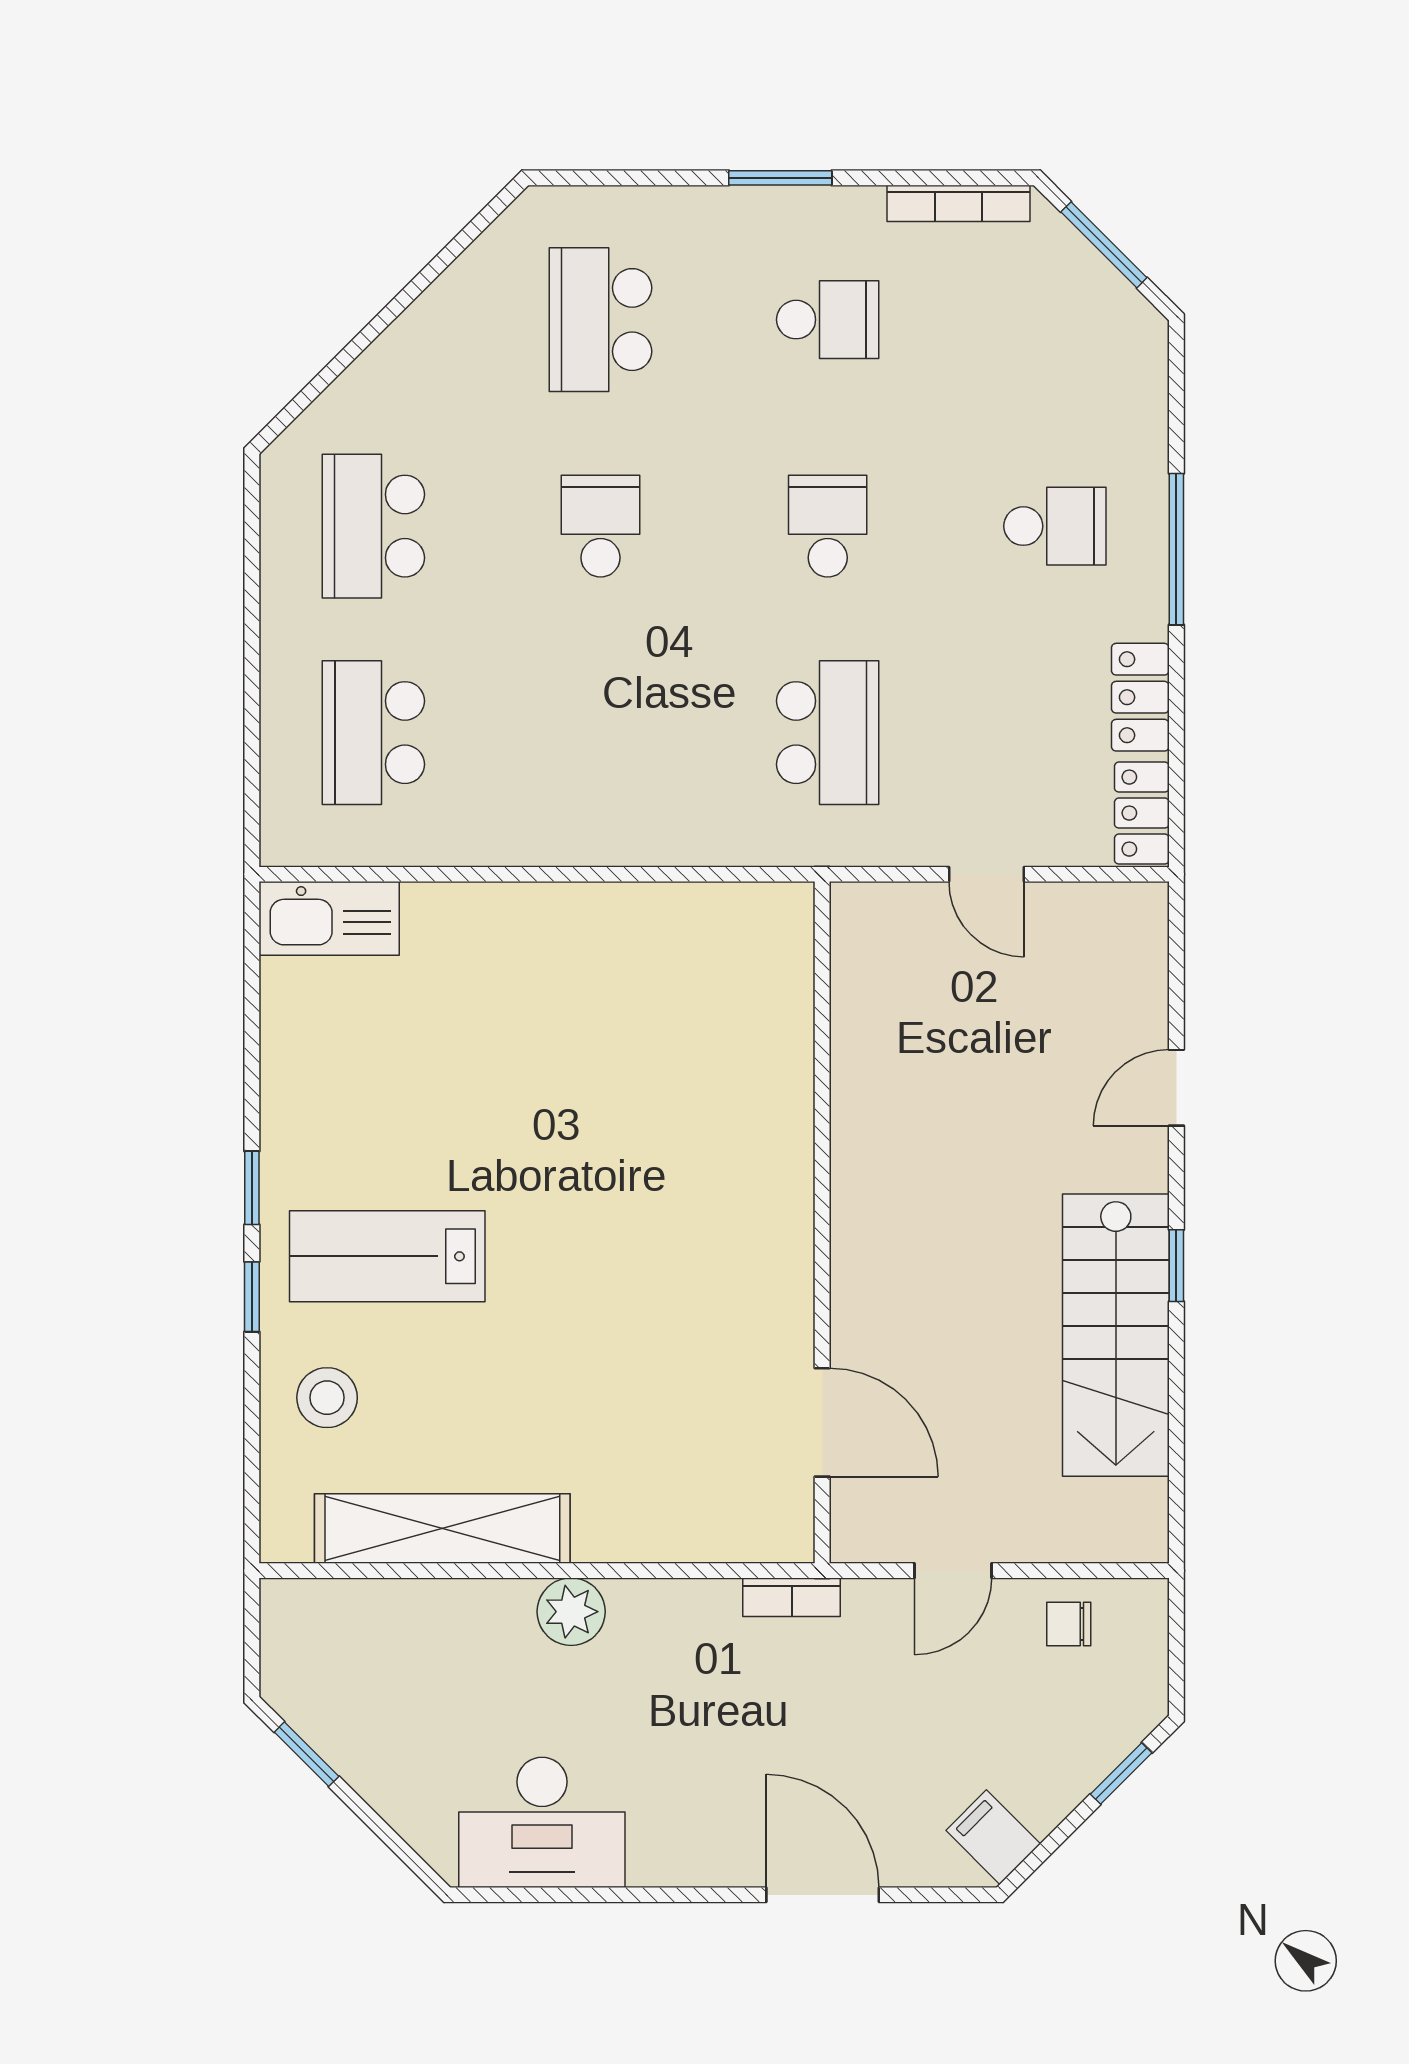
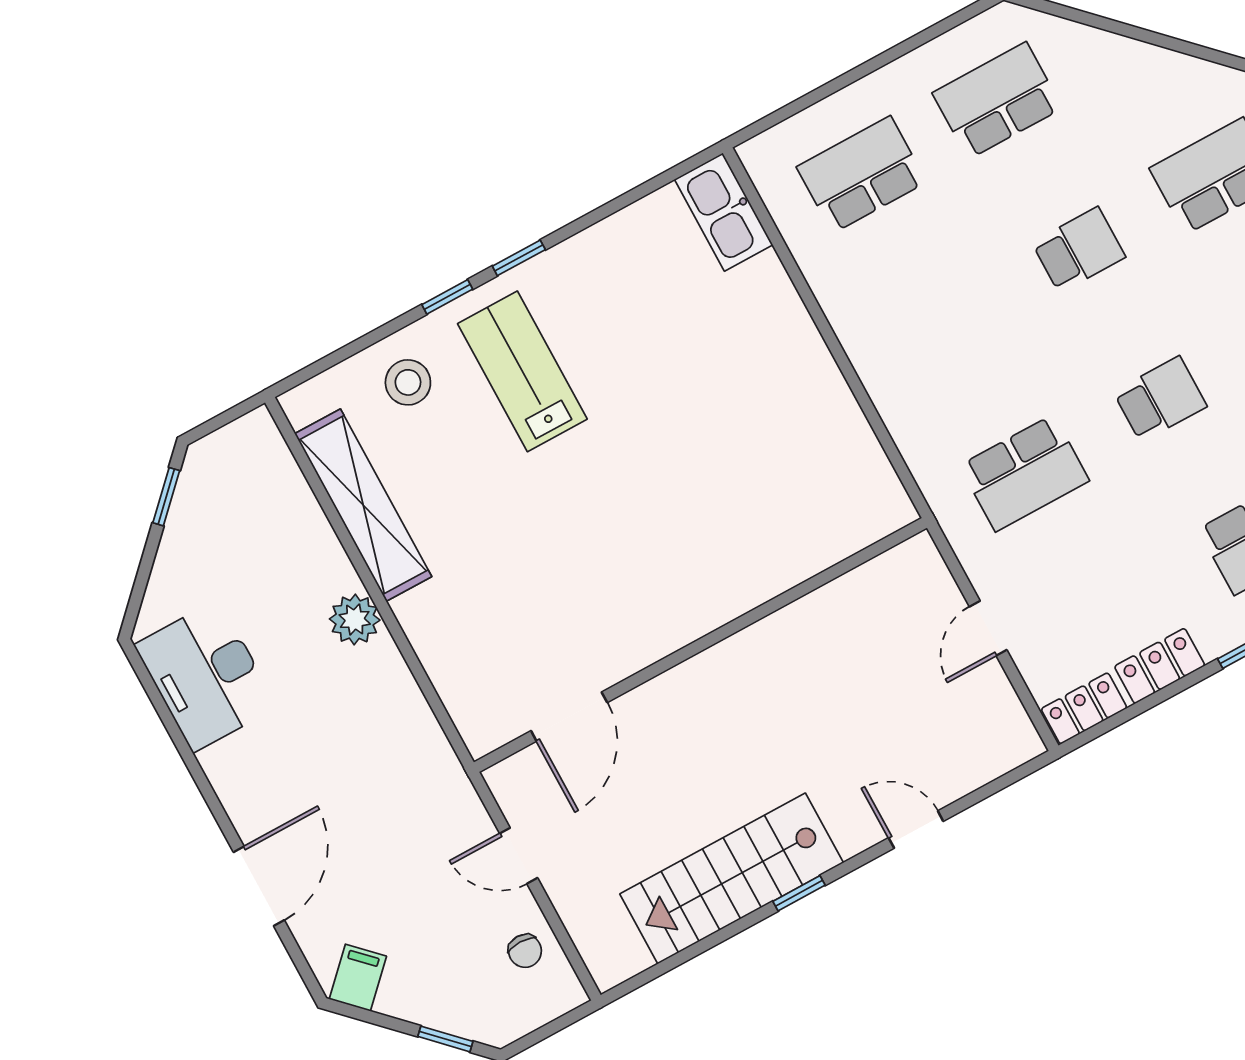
bookcase: (792, 1597) -> (443, 759), removed
chair: (1069, 1624) -> (525, 951), turned 180

